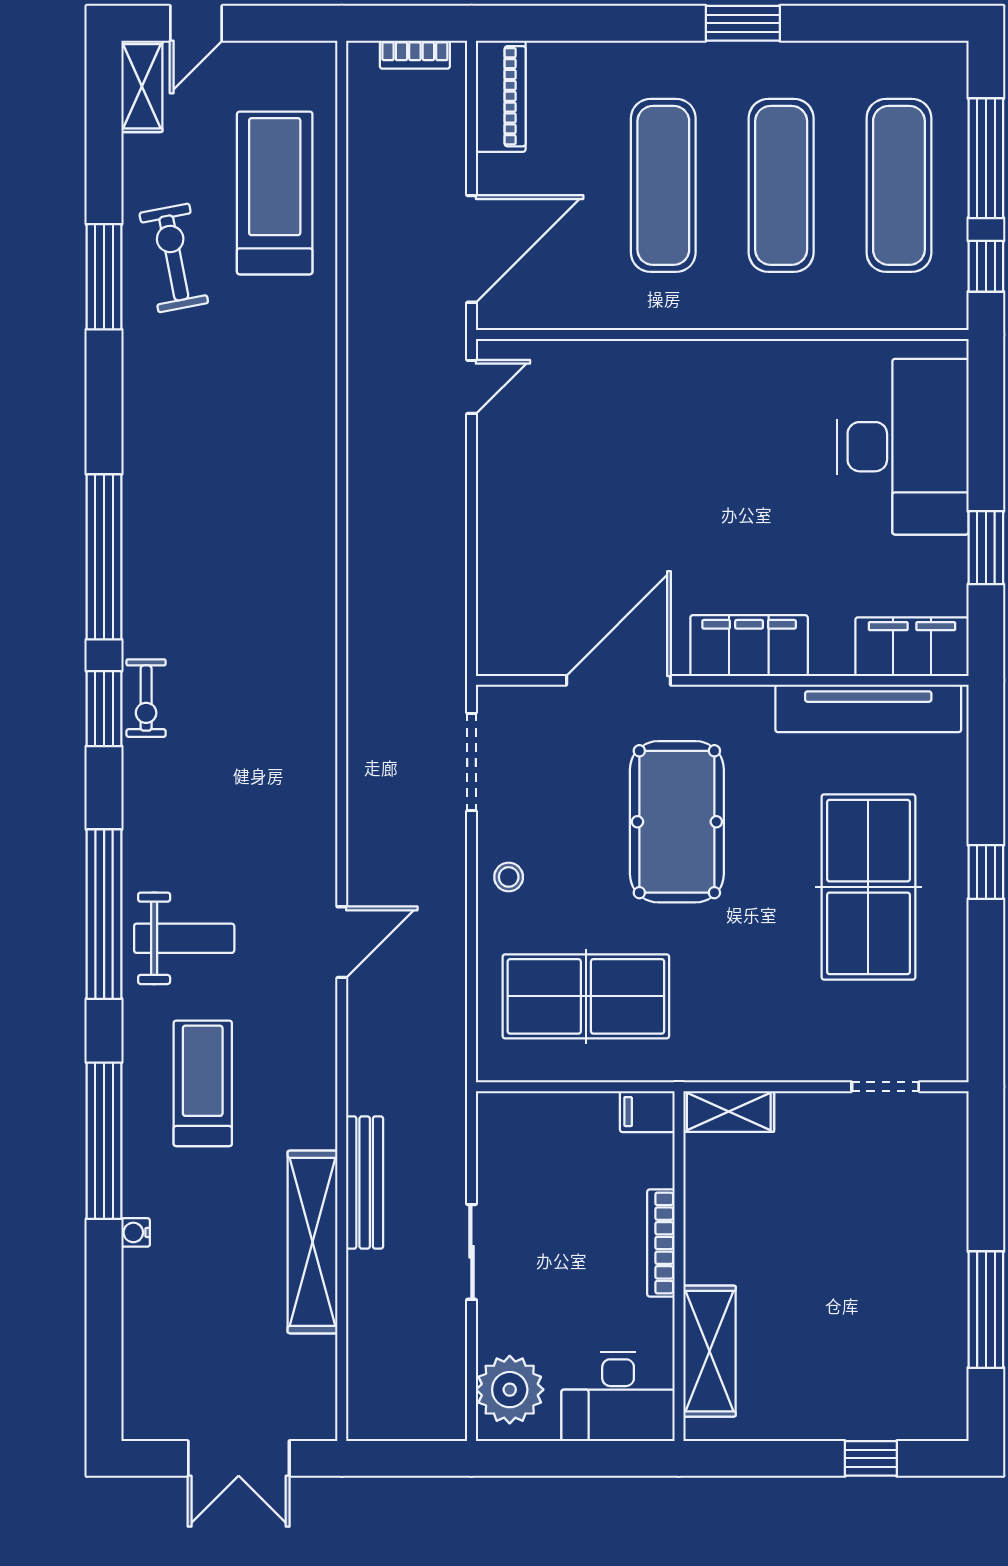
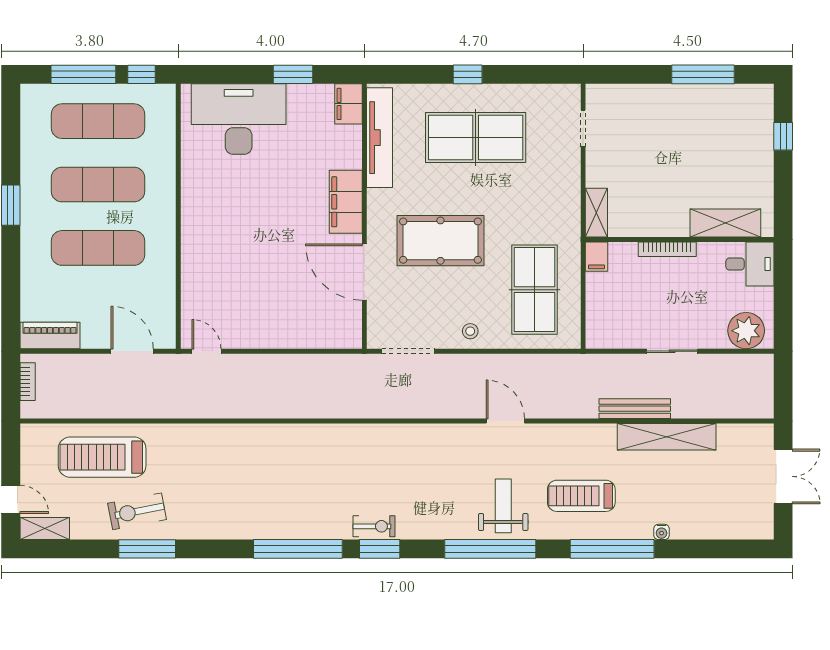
door: (471, 249) -> (132, 351), width x0.73
filing cabinet: (912, 647) -> (349, 104), width x0.67, depth x0.86
desk: (618, 1397) -> (750, 264), width x0.73

